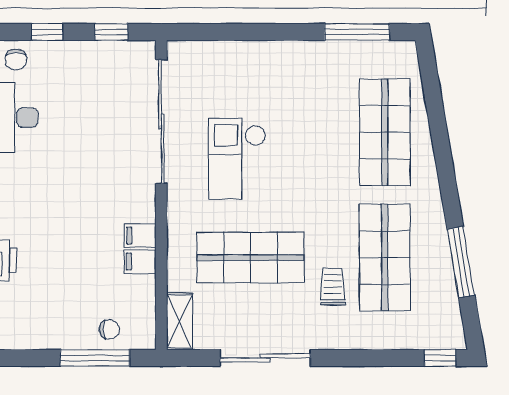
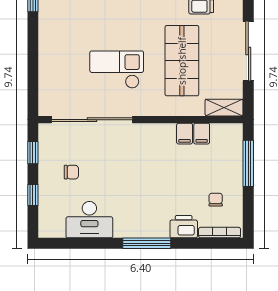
chair: (16, 60) -> (71, 172), moved
checkout: (237, 159) -> (117, 70), turned 180
filing cabinet: (140, 236) -> (202, 134), moved
chair: (109, 329) -> (216, 200), moved

